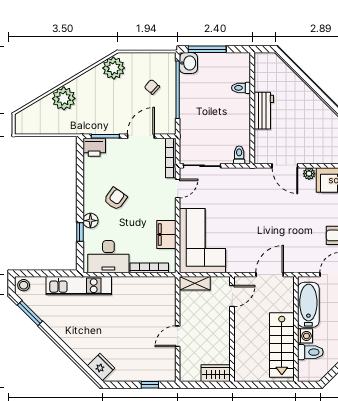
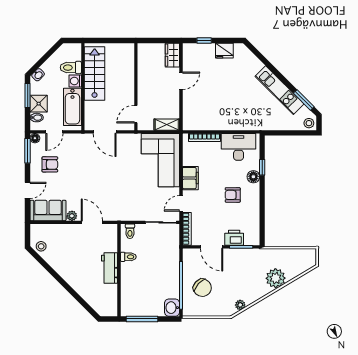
window: (207, 49) -> (142, 319), moved
plant: (114, 68) -> (240, 305), width x0.53, depth x0.53
chair: (152, 87) -> (202, 288), width x1.87, depth x1.87
toilet: (241, 88) -> (128, 257), moved
door: (141, 136) -> (212, 247), hinge flipped
printer: (94, 147) -> (234, 238), moved
armchair: (115, 199) -> (233, 195), turned 55
filing cabinet: (166, 234) -> (190, 178), moved
door: (270, 275) -> (105, 132), hinge flipped
kitchen unit: (79, 286) -> (279, 90), moved, turned -135
fridge: (101, 367) -> (224, 51), moved, turned -45
wardrobe: (216, 373) -> (172, 55), moved, turned 90

